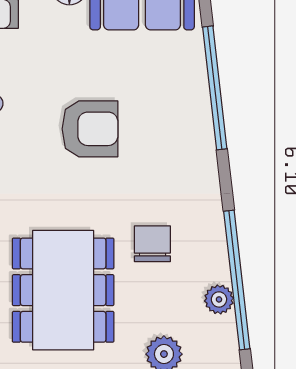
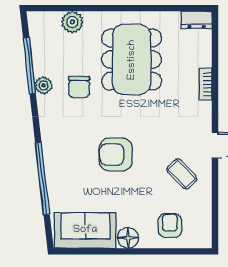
window: (237, 280) -> (29, 66), width x0.68
plant: (219, 299) -> (44, 85), moved

